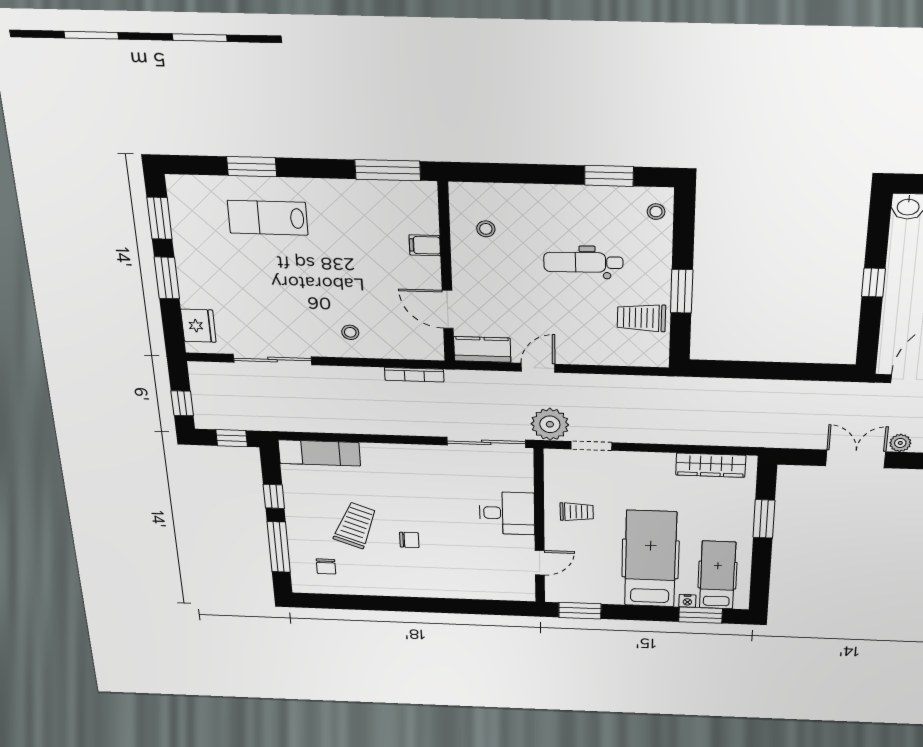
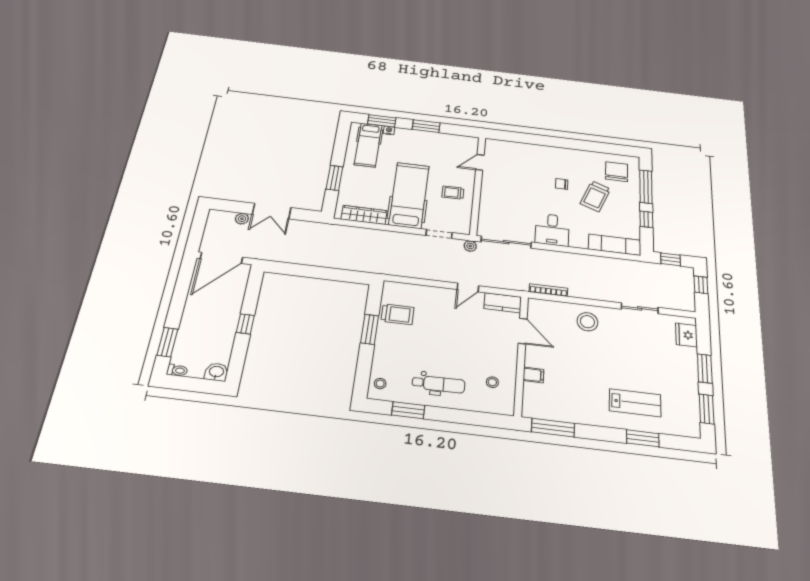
dental chair: (583, 262) -> (438, 384), moved
stool: (350, 332) -> (587, 322), width x1.89, depth x1.89
sliding door: (273, 359) -> (640, 308), width x0.73
plant: (550, 424) -> (470, 246), width x0.53, depth x0.53
desk: (507, 513) -> (552, 230), moved, turned -90
hospital bed: (650, 559) -> (409, 195), moved, turned 180
chair: (326, 566) -> (617, 172), width x1.87, depth x1.87
window: (580, 611) -> (426, 126), moved

